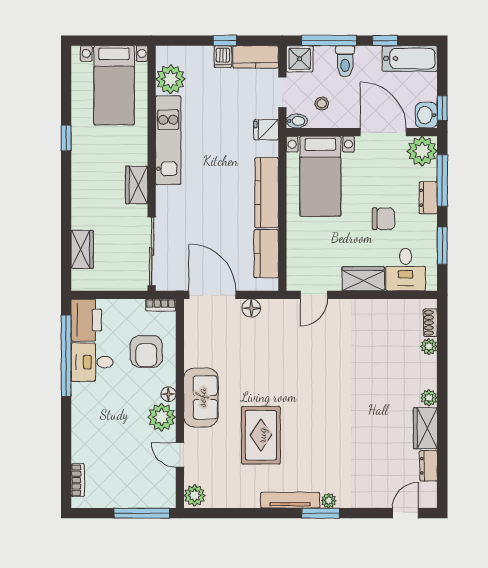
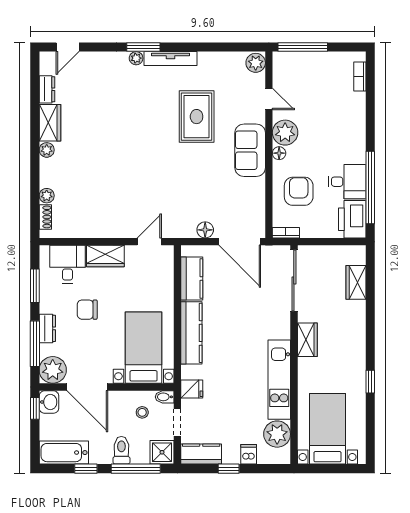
dishwasher: (223, 57) -> (249, 454), moved

